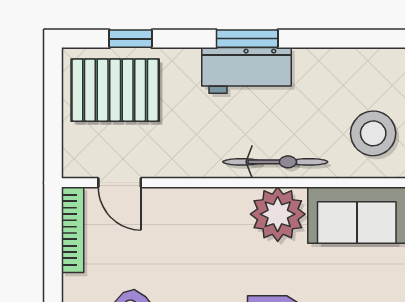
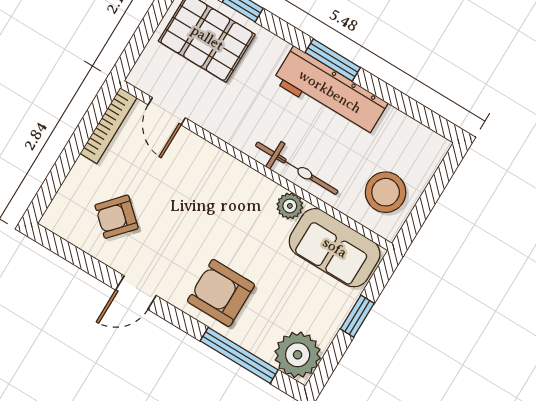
workbench: (247, 70) -> (330, 92), width x1.38
plant: (278, 214) -> (290, 206), width x0.53, depth x0.53

